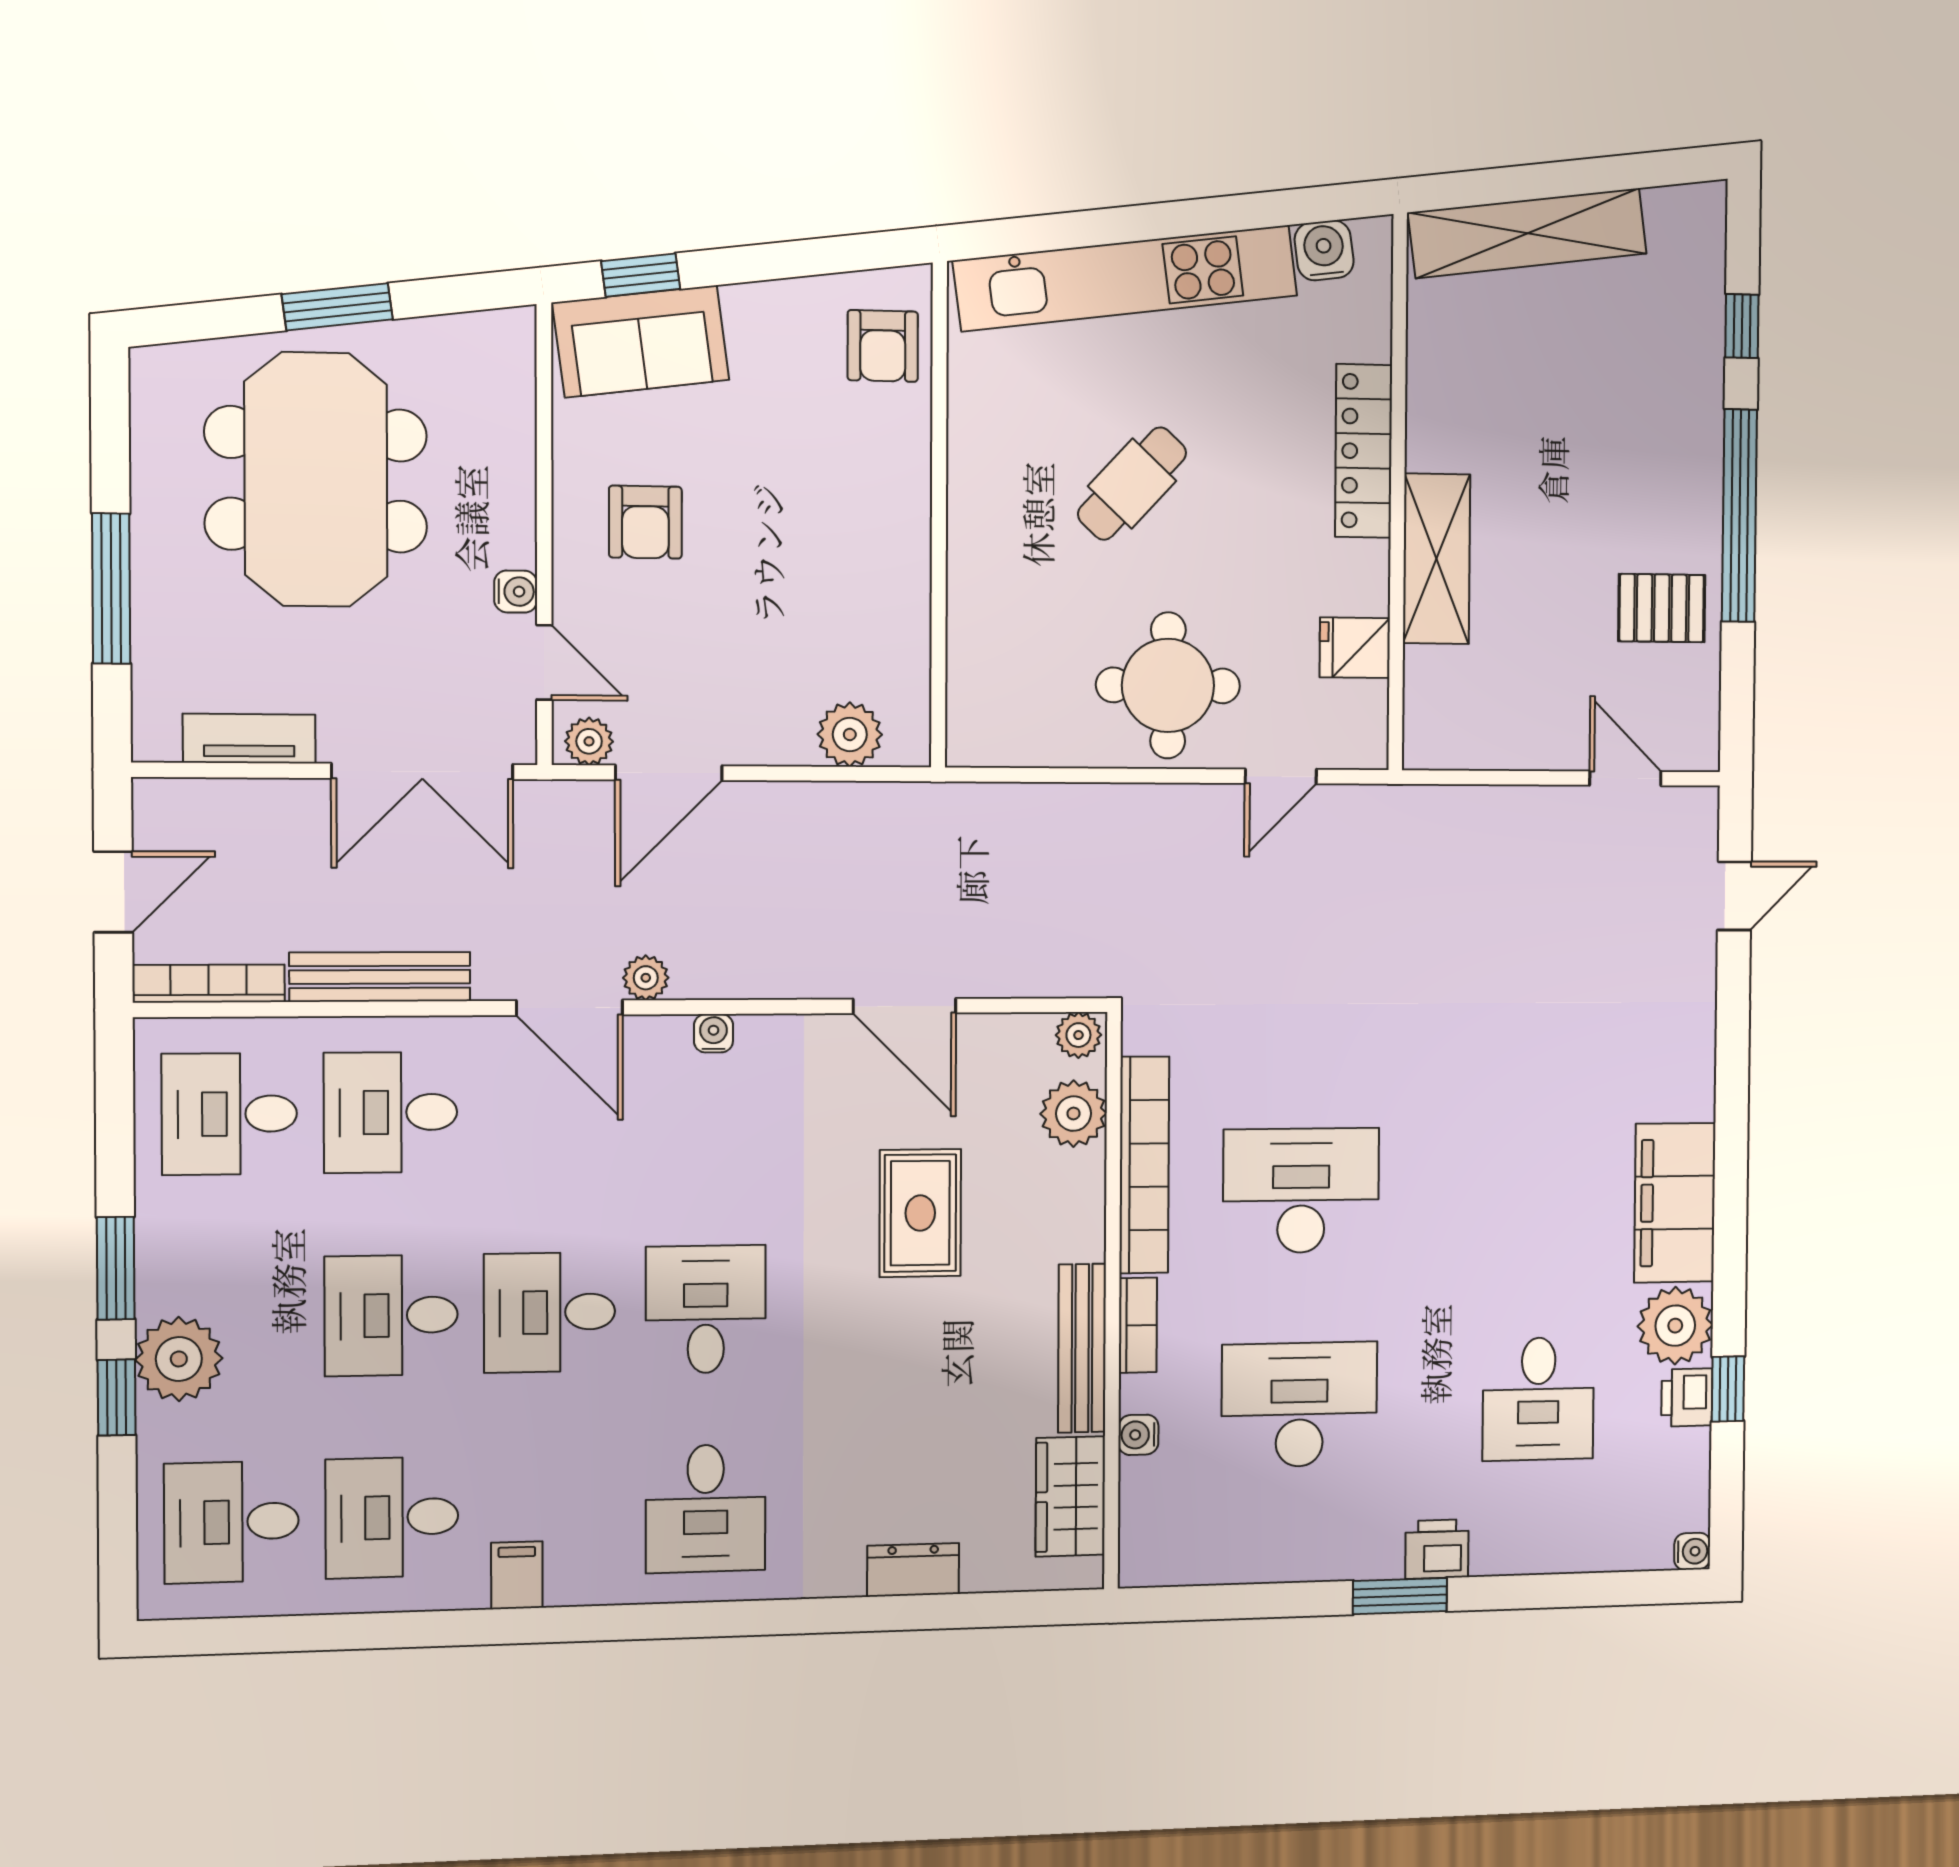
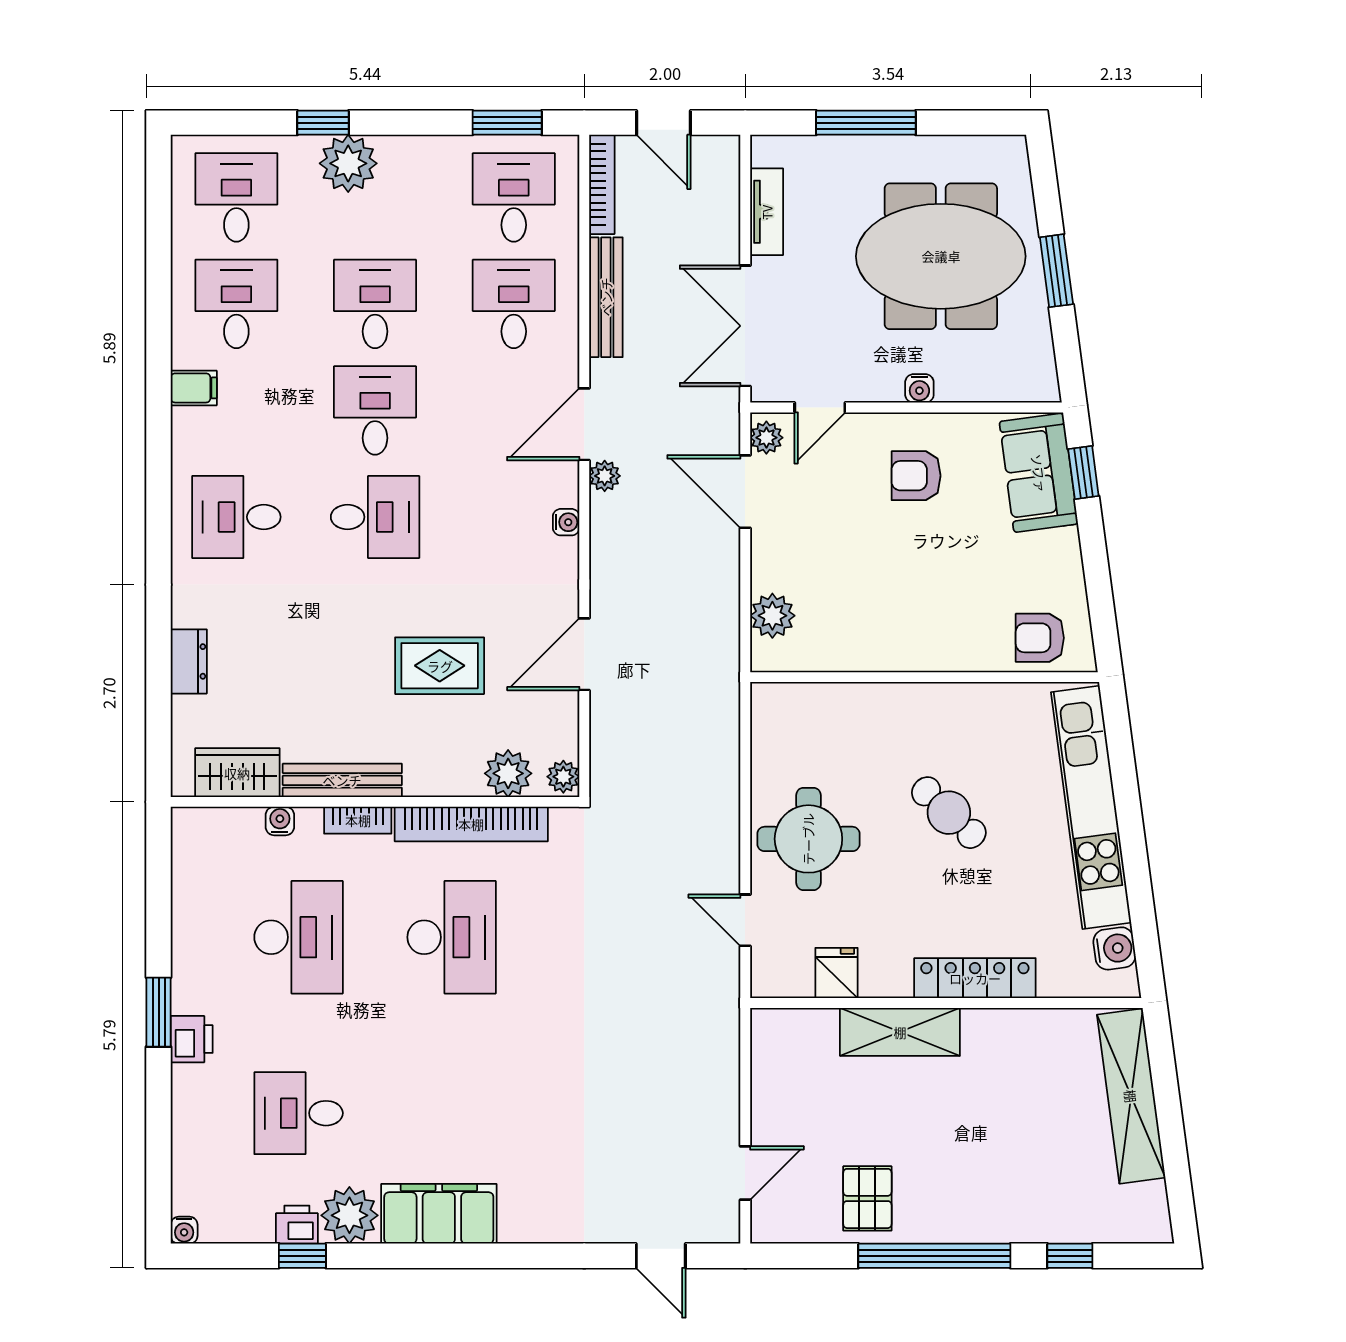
water cooler: (516, 592) -> (919, 388), moved
window: (116, 1268) -> (507, 123), moved

